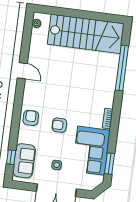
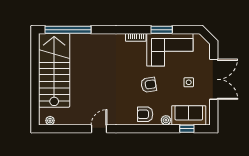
window: (122, 68) -> (68, 30), moved
armchair: (59, 125) -> (149, 85), turned -99
plant: (22, 138) -> (166, 120), added
window: (109, 164) -> (162, 30), moved

